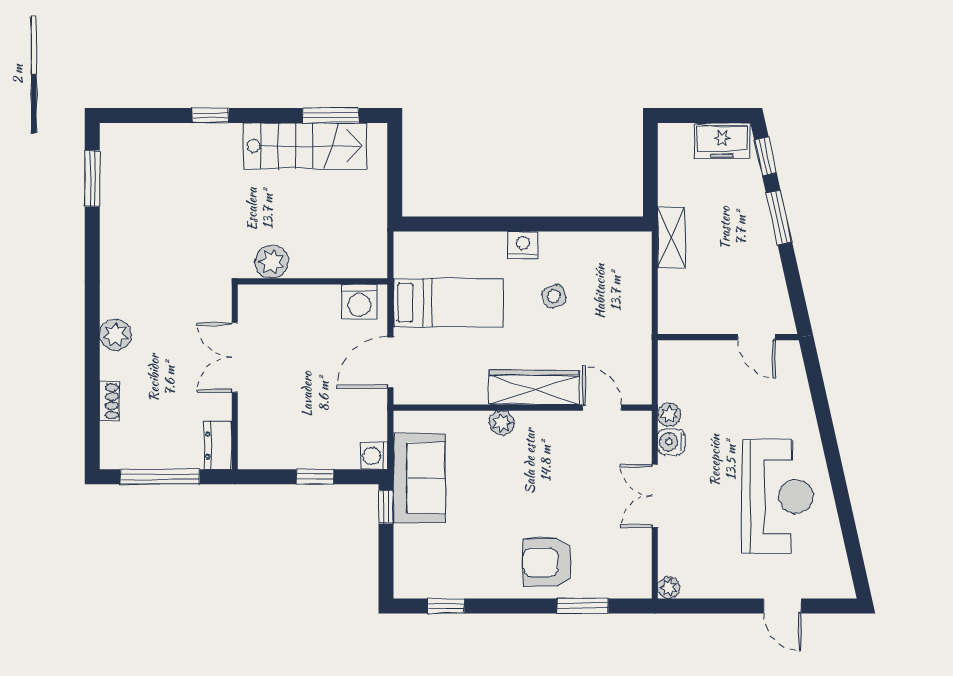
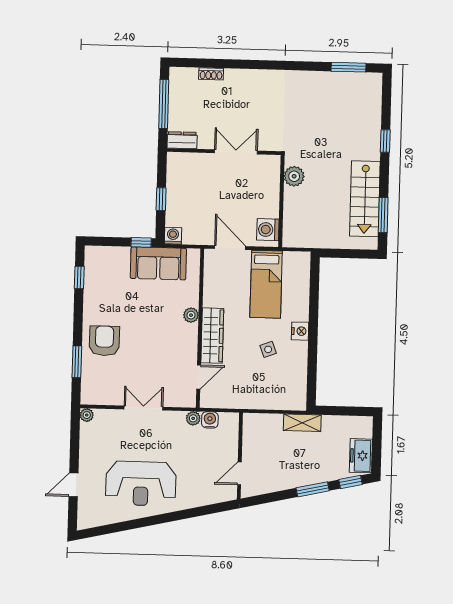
plant: (115, 335) -> (252, 79), removed
water cooler: (671, 442) -> (210, 420), moved

